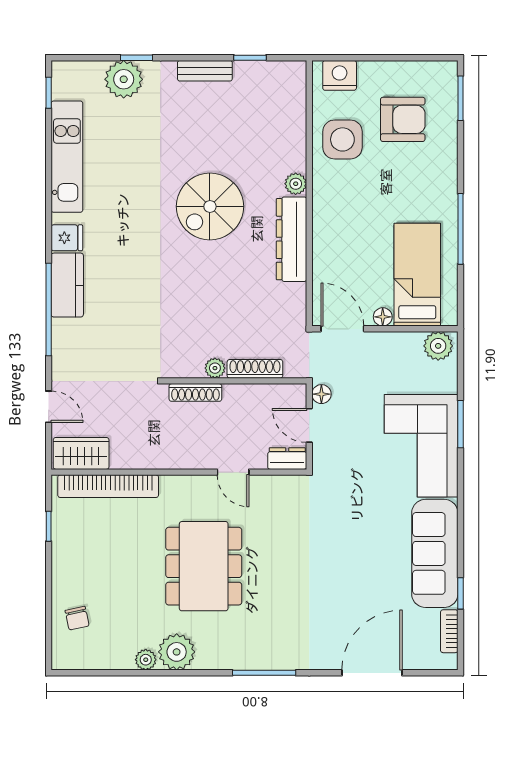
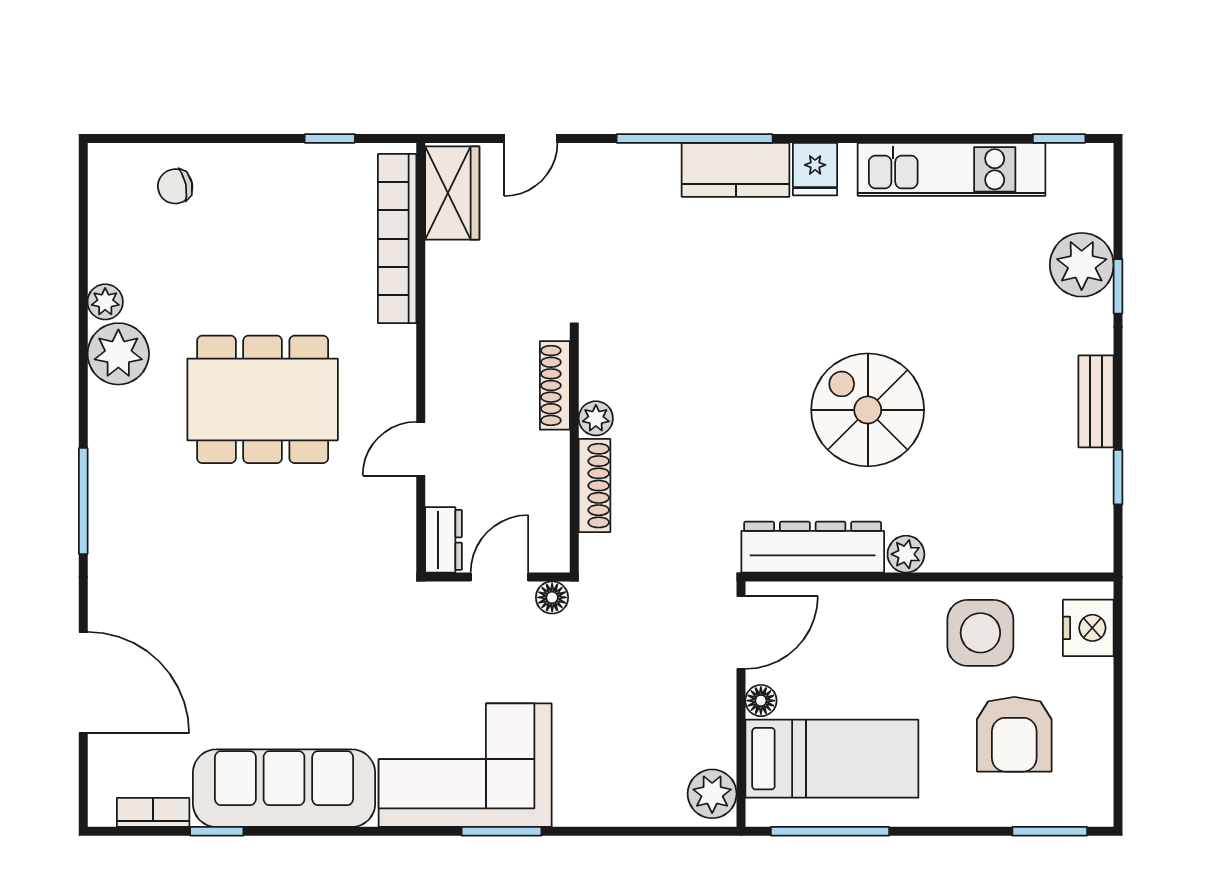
bed: (417, 275) -> (832, 759), moved
floor lamp: (383, 317) -> (761, 701), moved
door: (342, 329) -> (741, 633), moved
wall: (385, 329) -> (741, 704), moved
plant: (438, 346) -> (712, 794), moved

